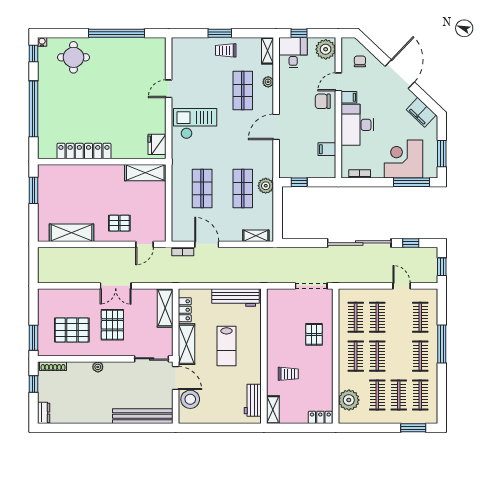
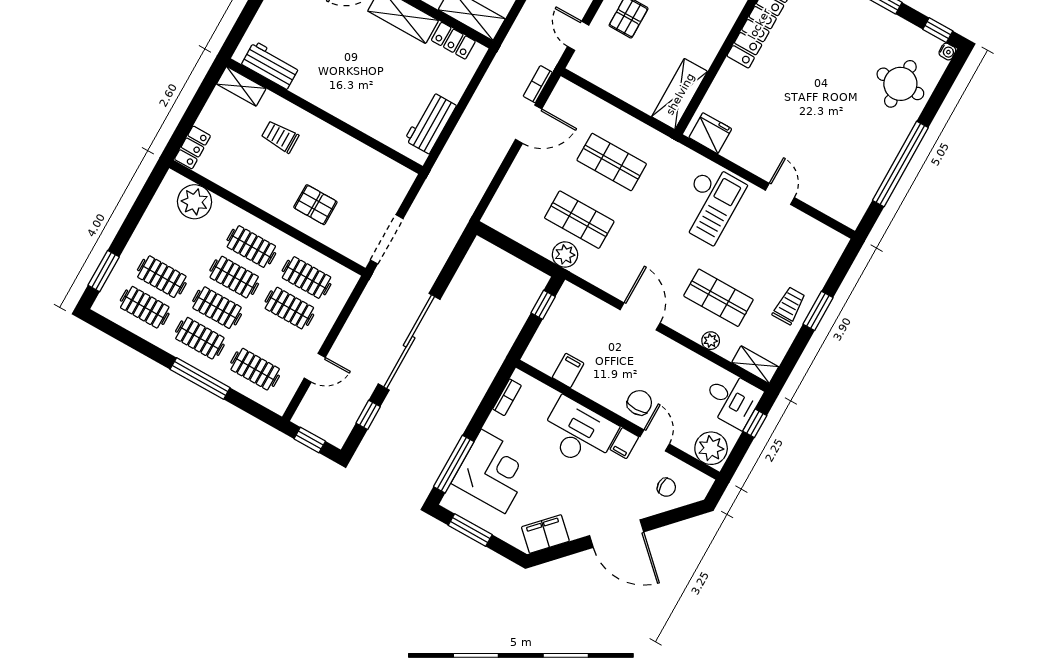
shelving: (256, 236) -> (502, 201), removed
workbench: (236, 297) -> (430, 123), width x0.73
lab bench: (226, 346) -> (369, 71), removed
trolley: (288, 374) -> (280, 137), turned 90
clothes rail: (377, 395) -> (217, 308), moved

